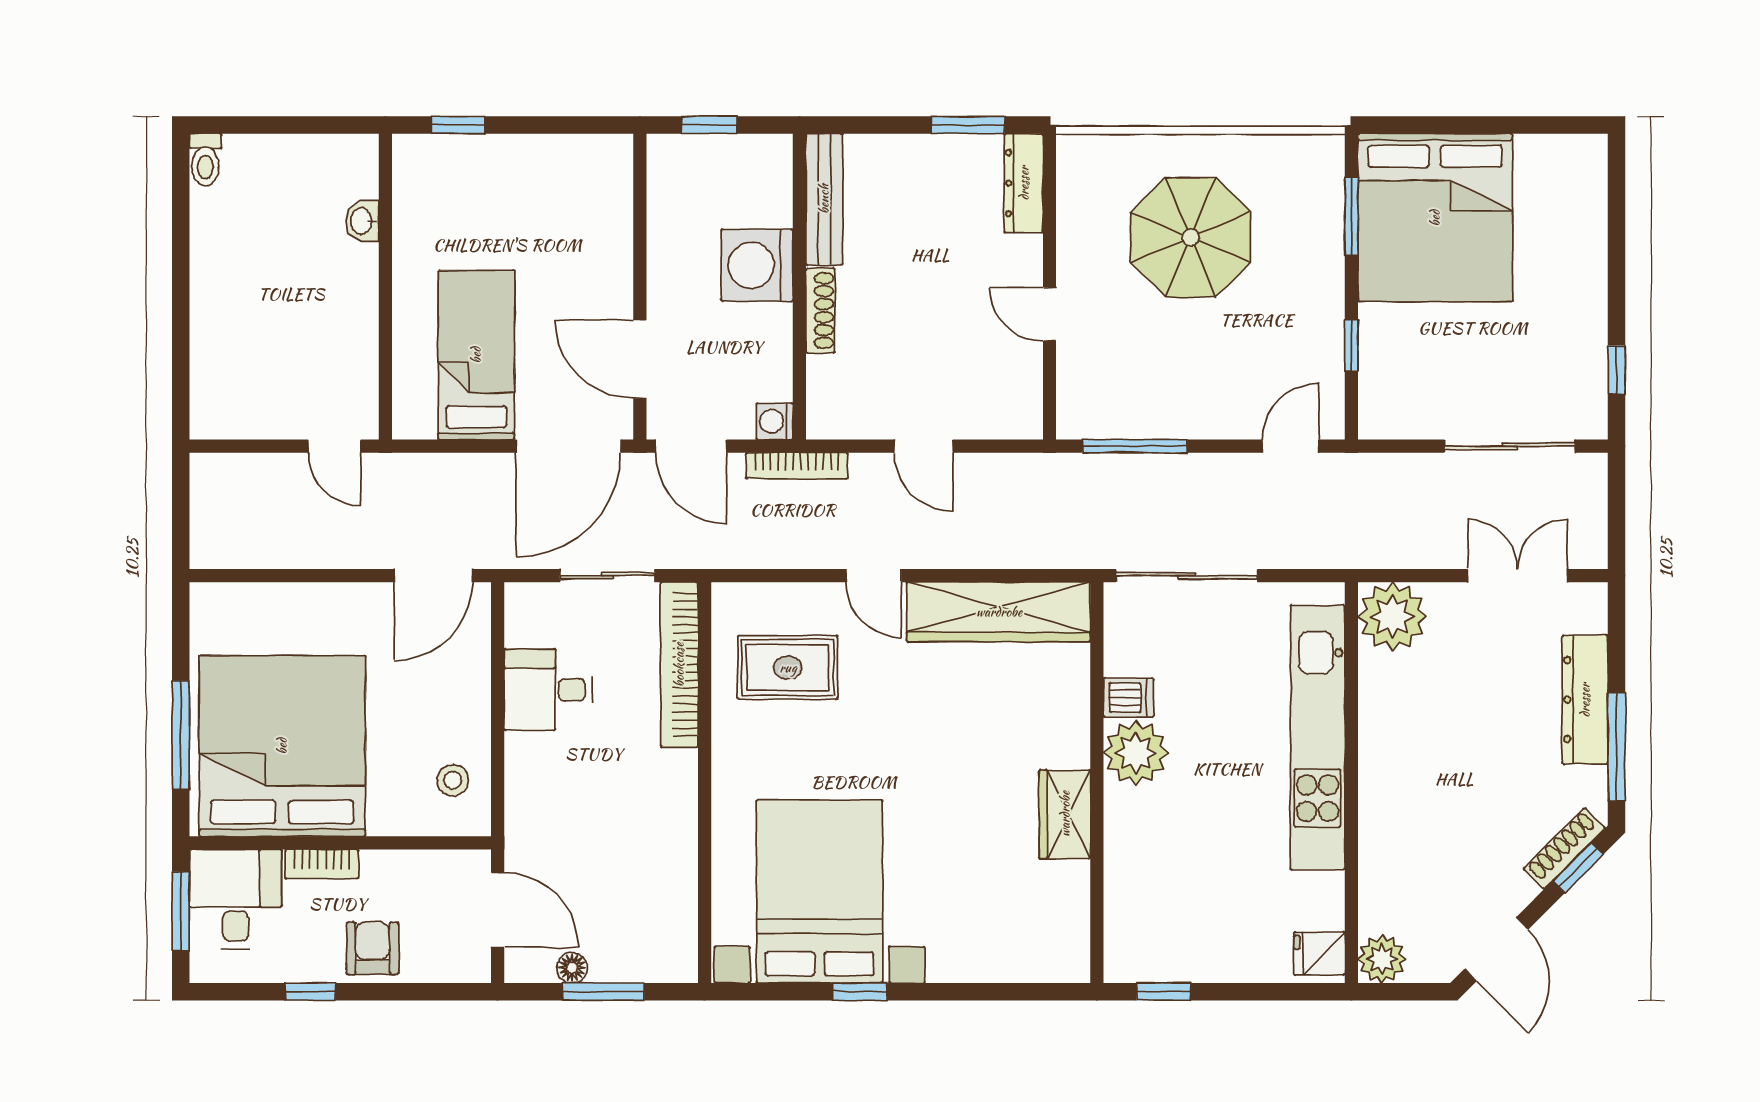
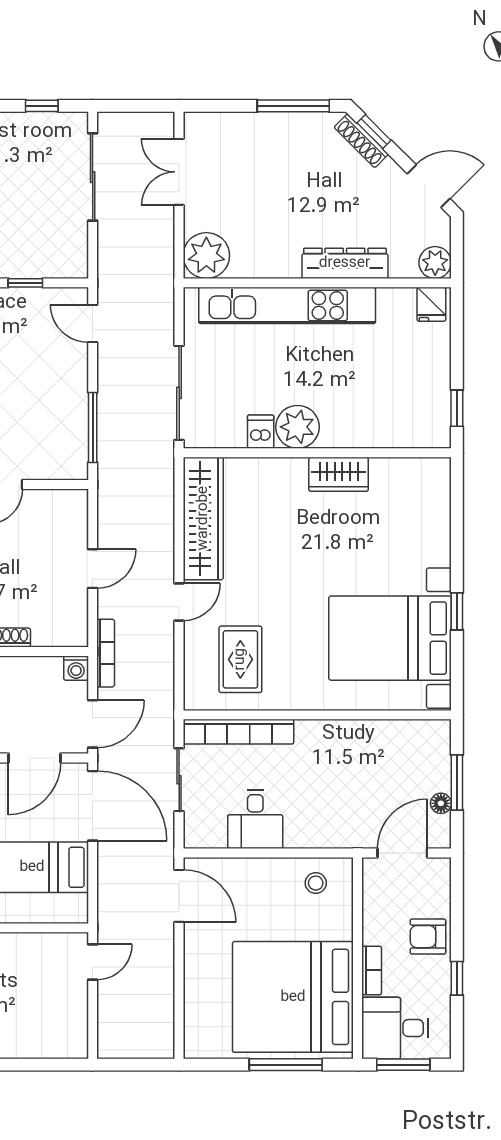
dresser: (1585, 700) -> (345, 263), moved, turned 180

